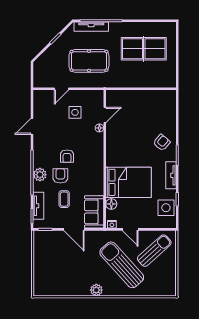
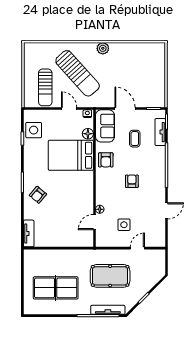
plant: (40, 175) -> (159, 163), removed
tv unit: (171, 175) -> (29, 233), moved
armchair: (60, 176) -> (106, 160), moved
sun lounger: (154, 251) -> (45, 87), turned -48

